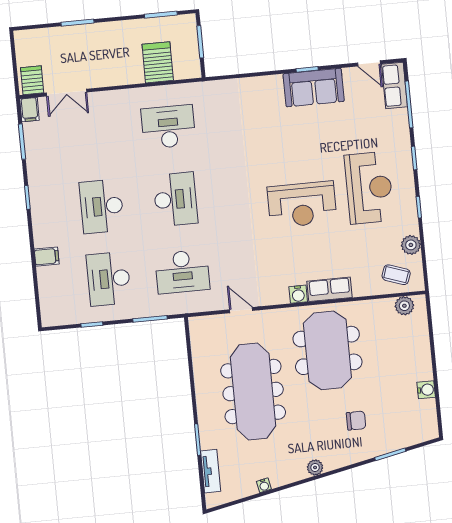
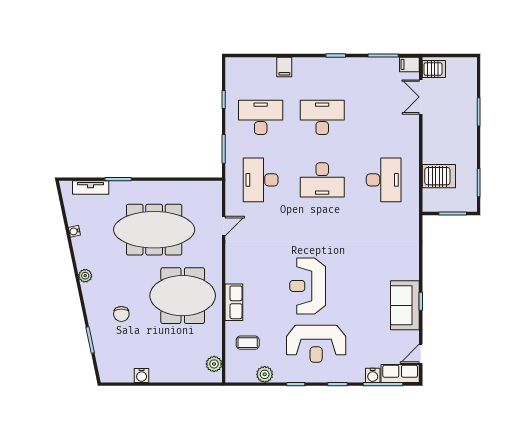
coffee table: (396, 275) -> (248, 343), moved, turned 71
water cooler: (298, 294) -> (373, 375), moved, turned -90

